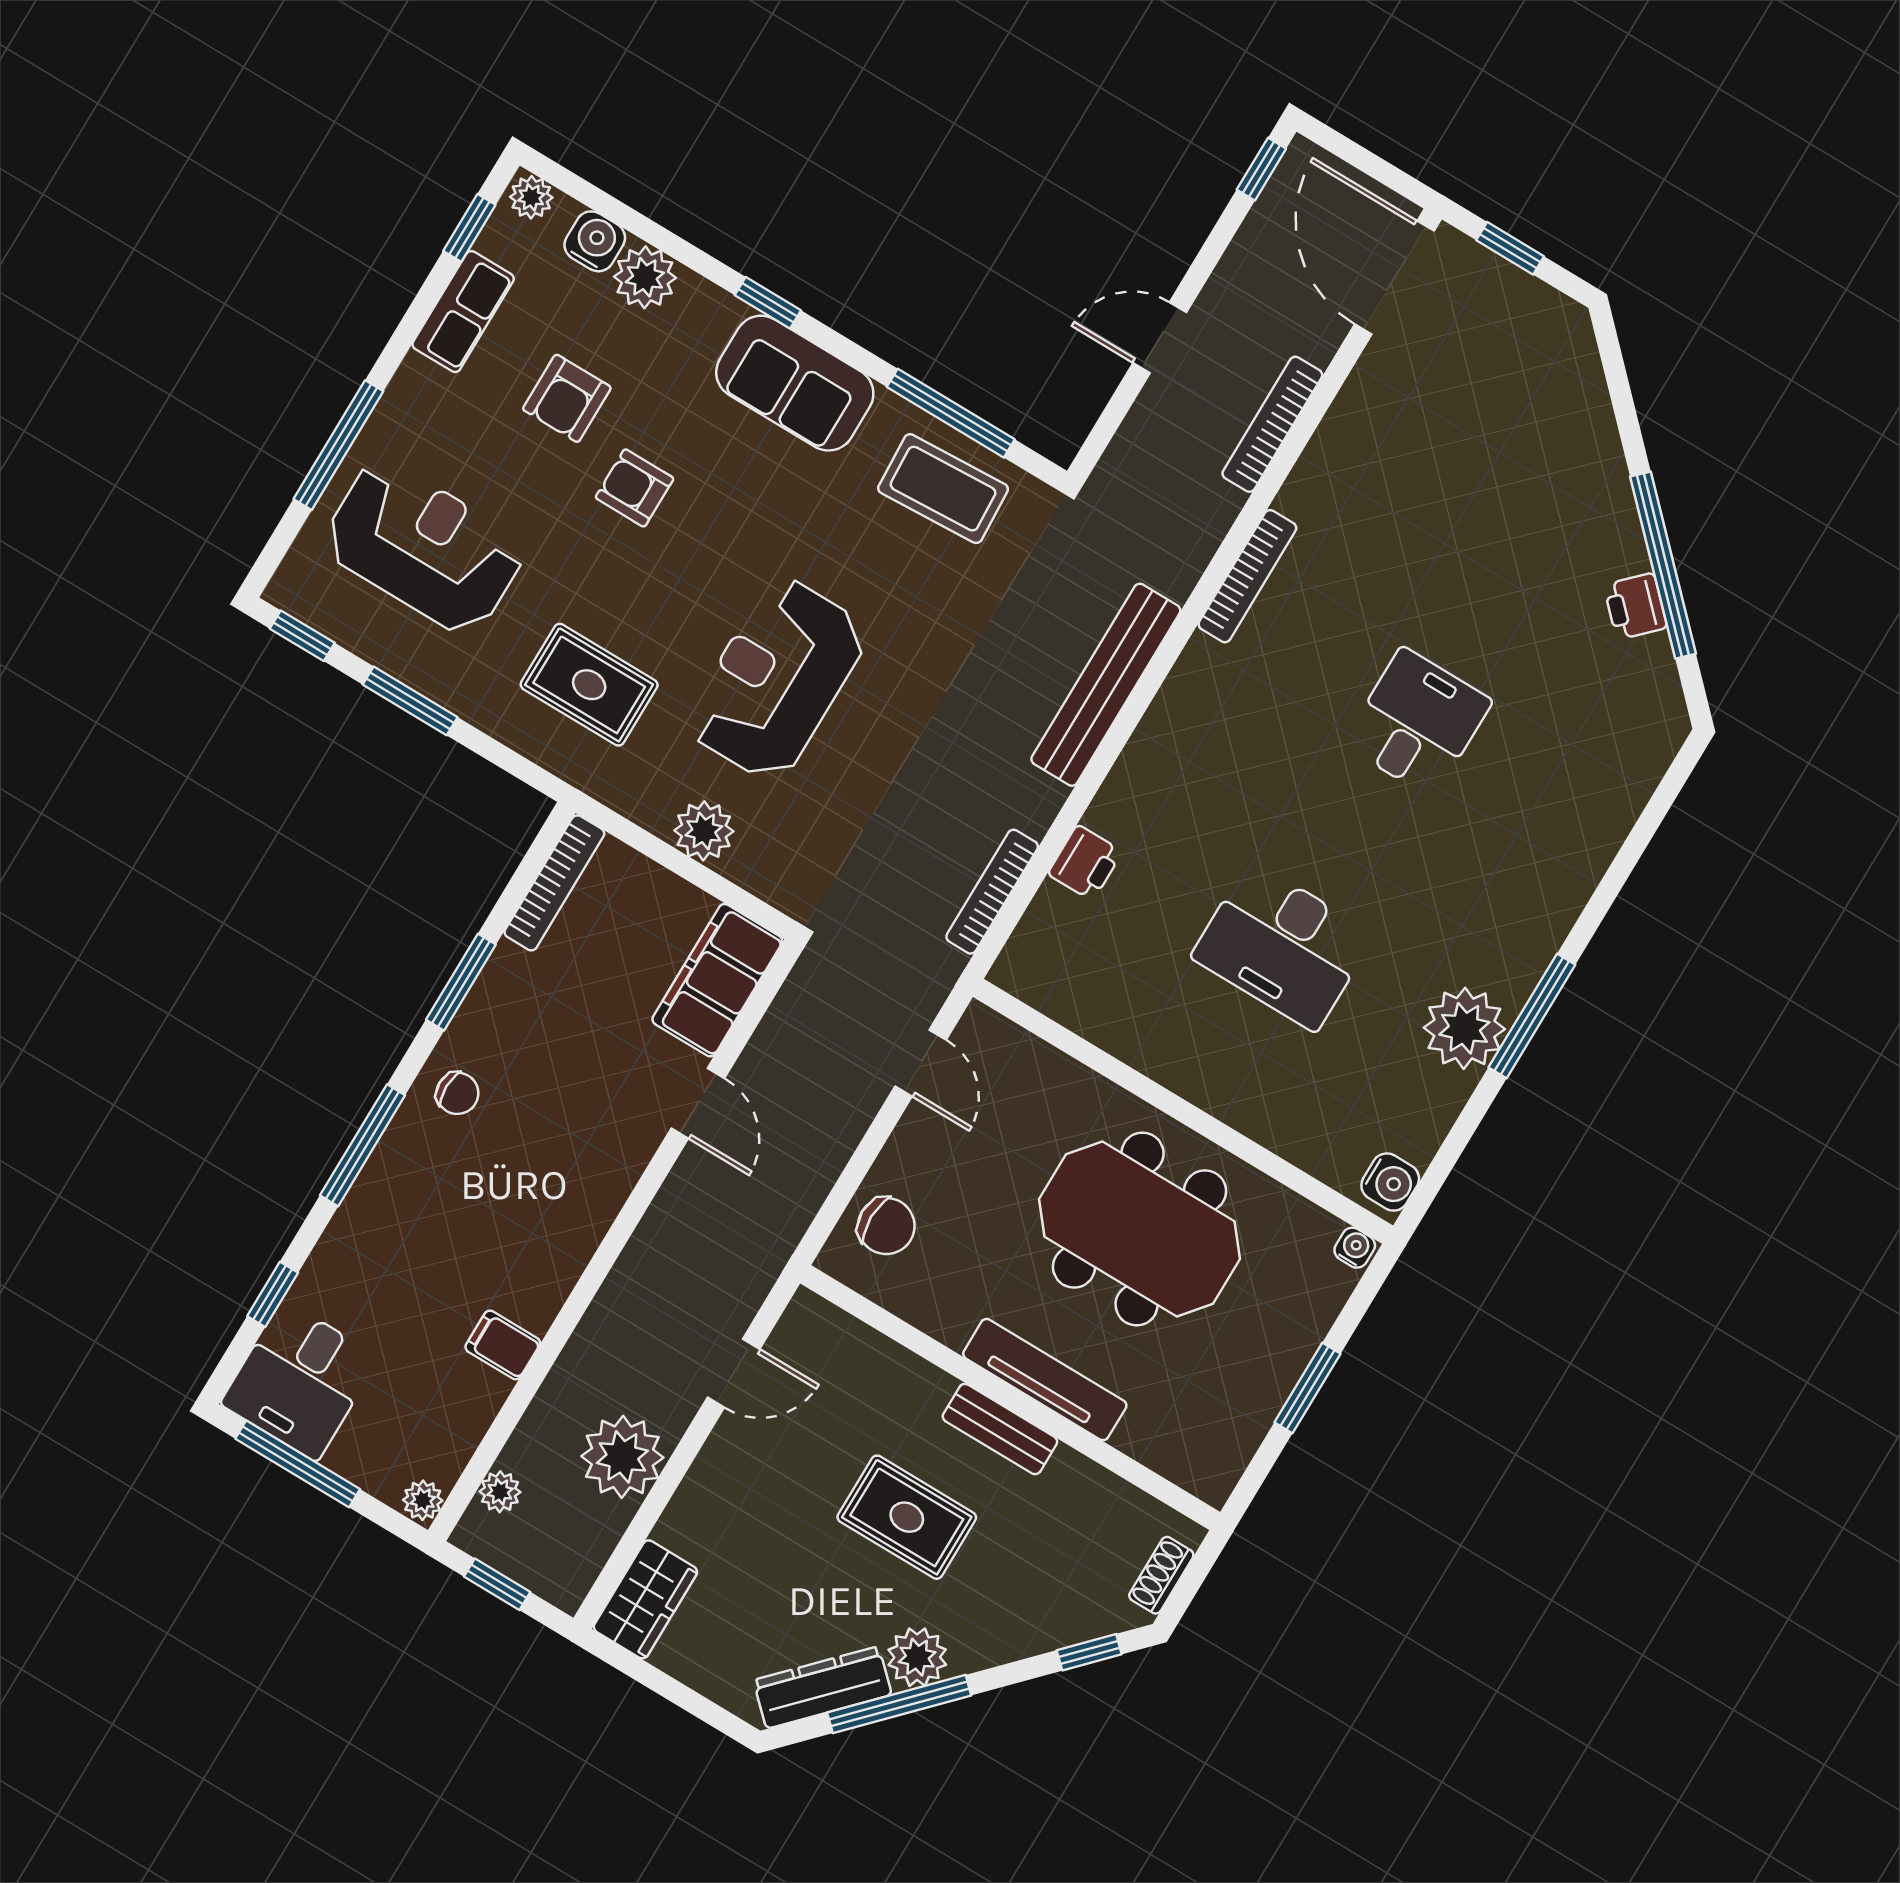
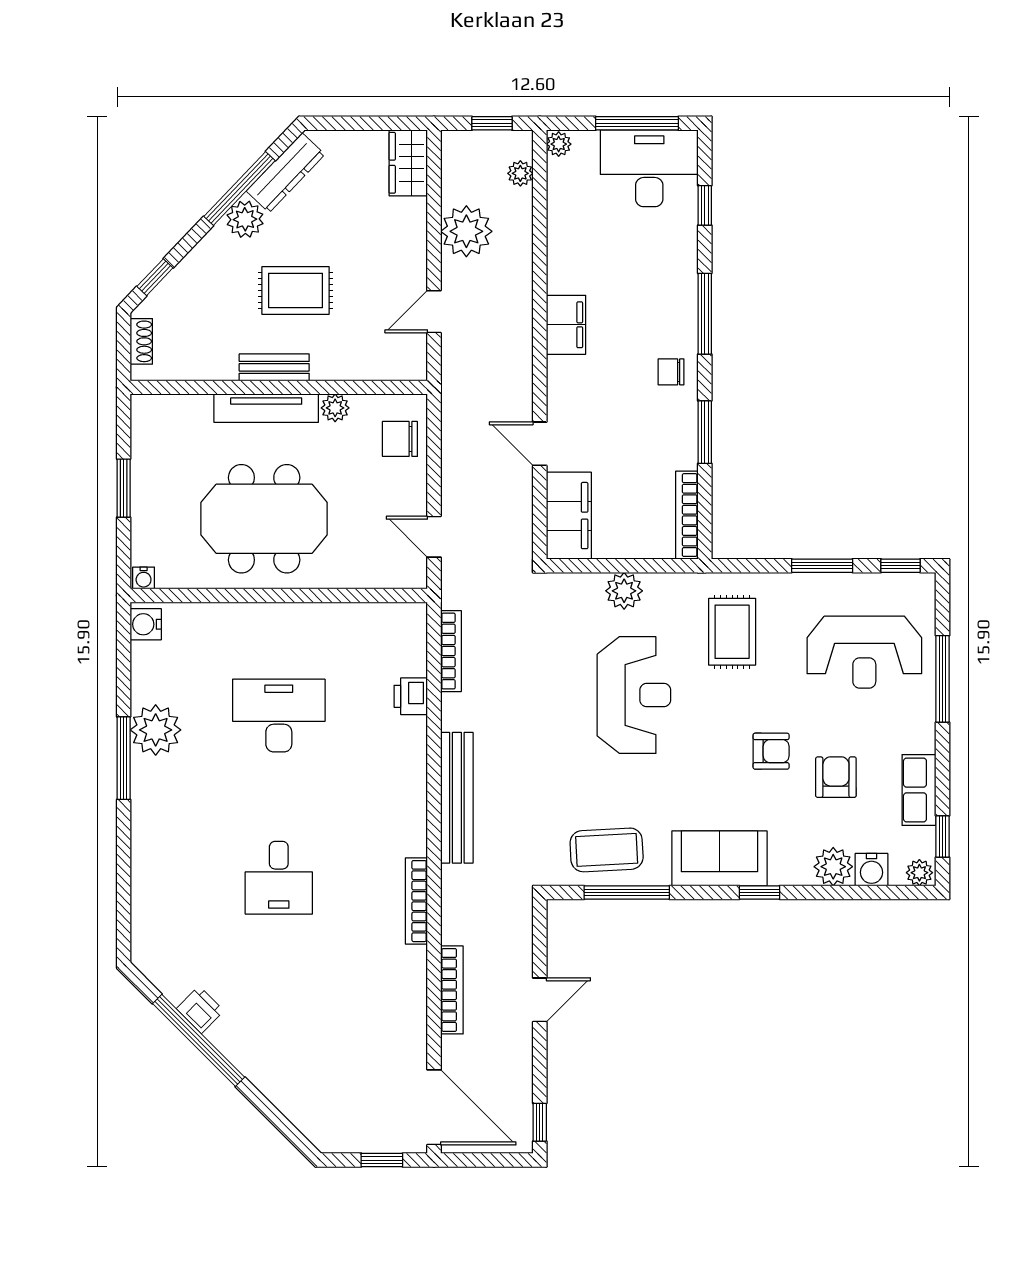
rug: (589, 685) -> (732, 632), turned 90
plant: (950, 1323) -> (335, 408), added
filing cabinet: (503, 1345) -> (566, 325), moved, width x2.00
desk: (300, 1381) -> (649, 168), width x1.37

